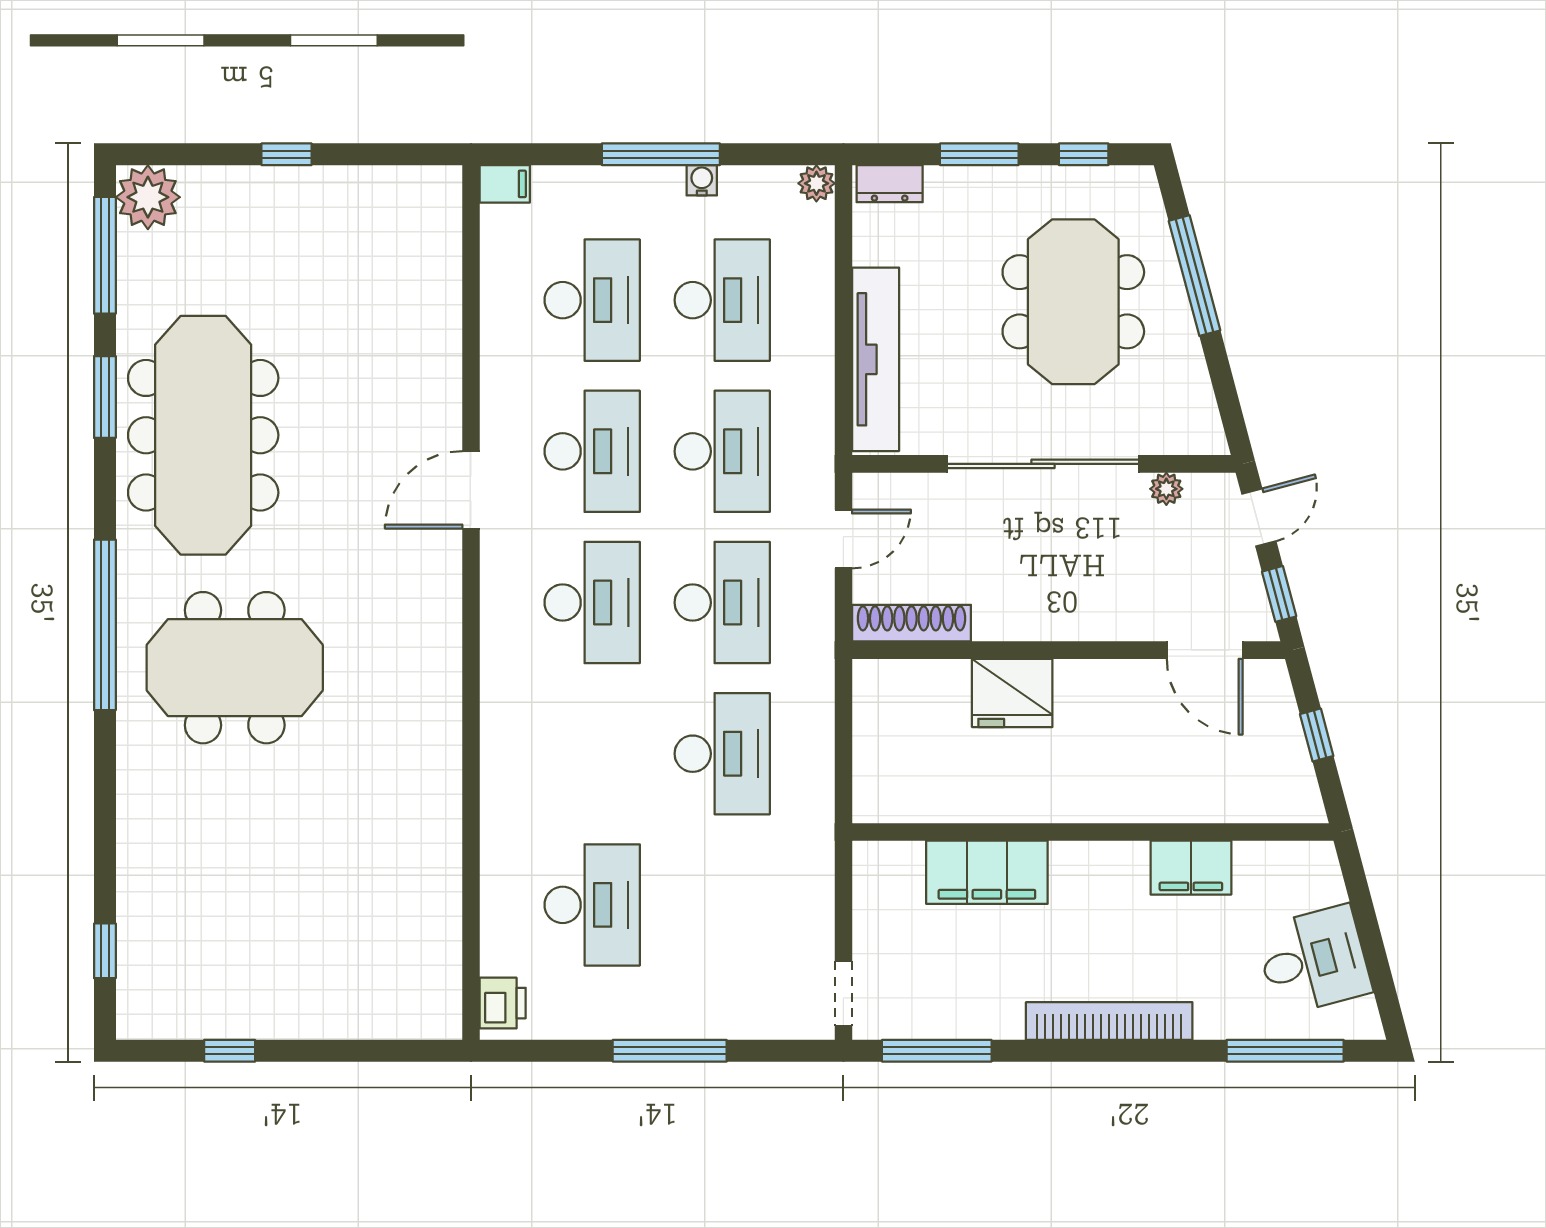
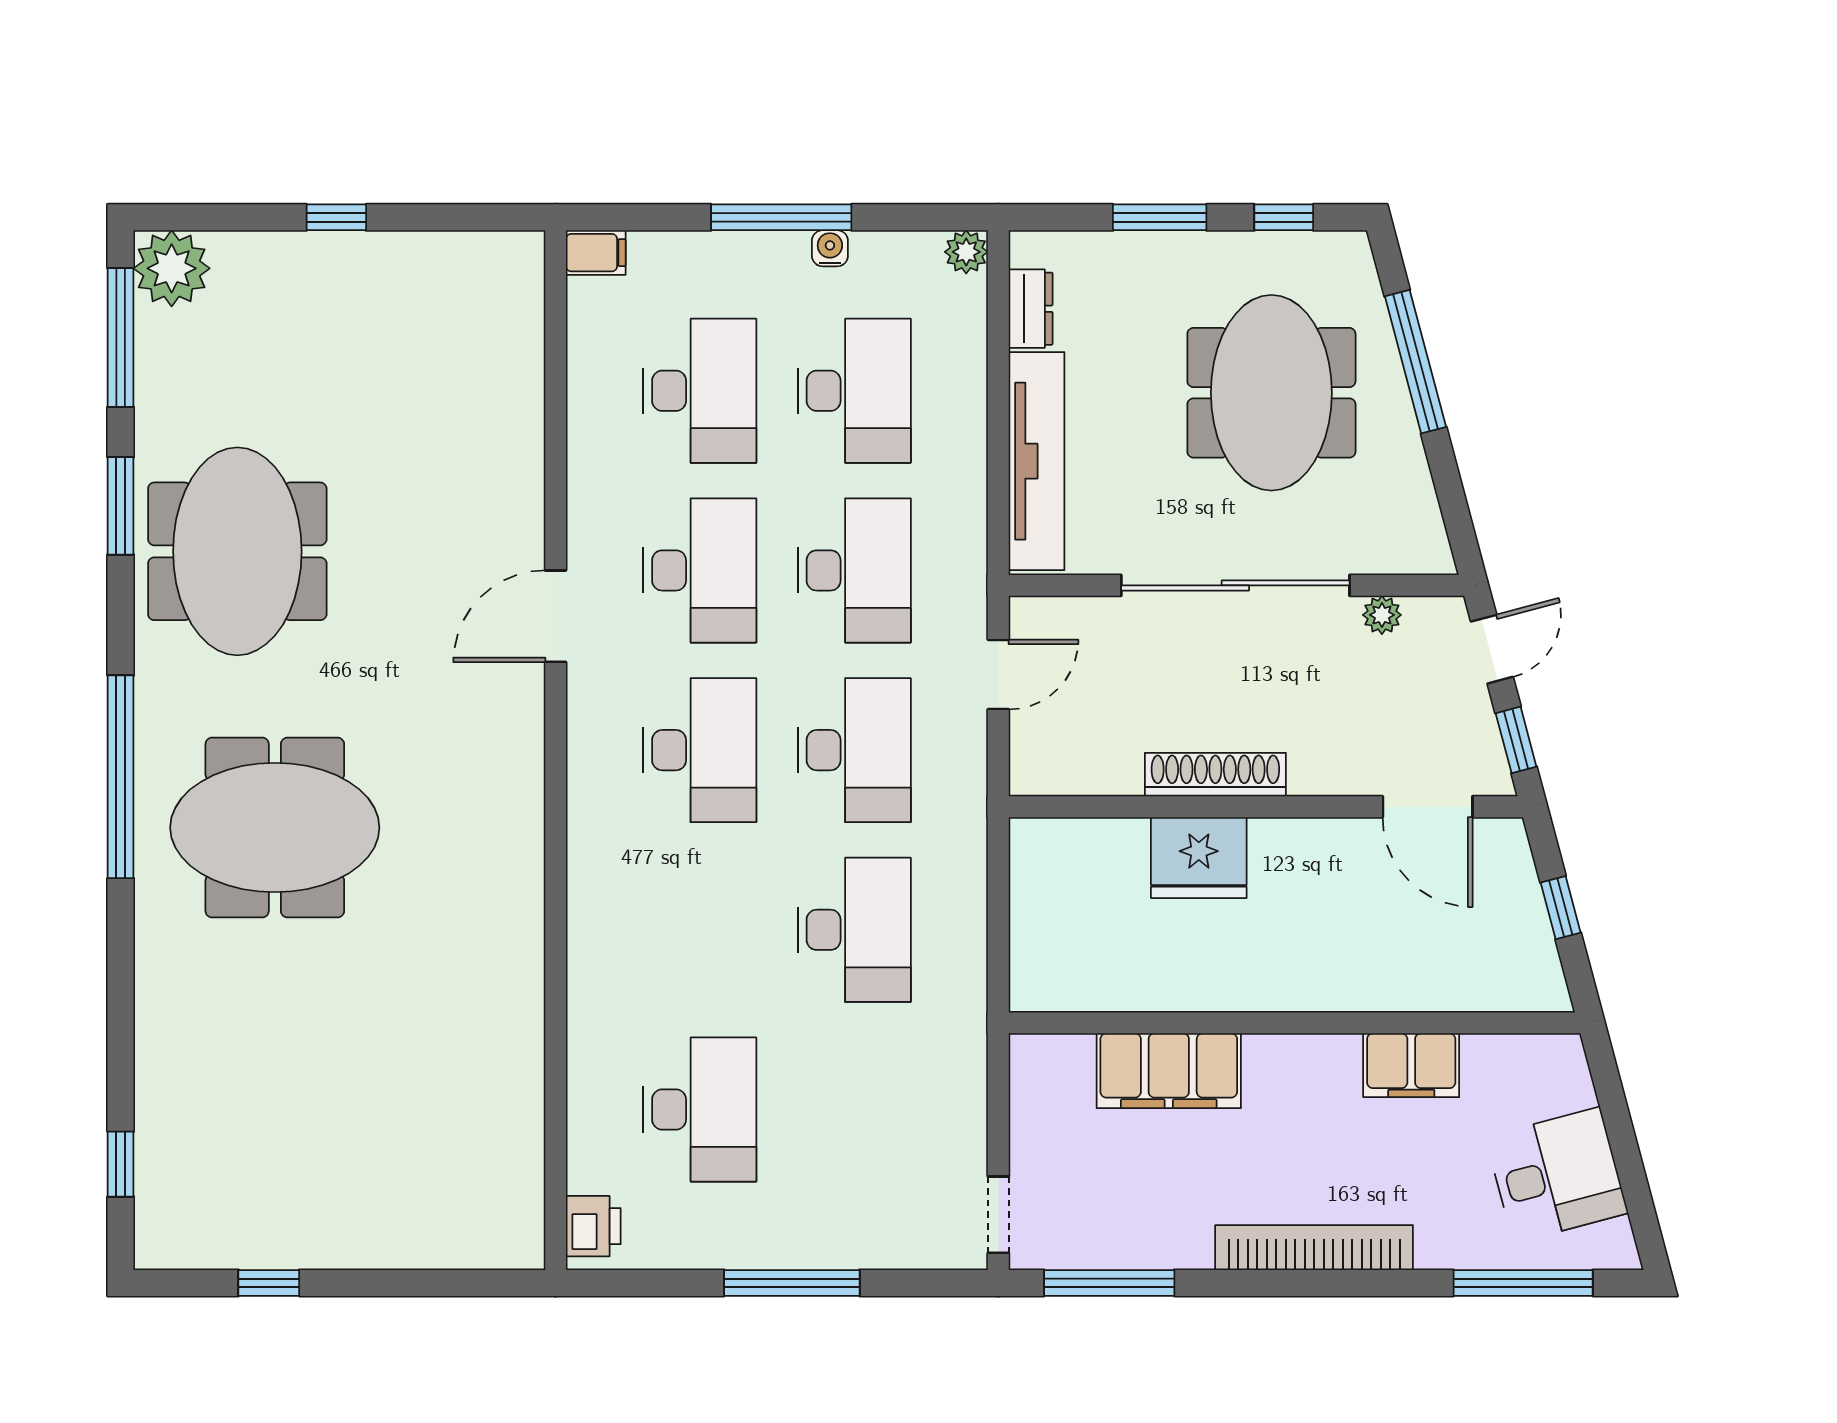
dresser: (890, 184) -> (1031, 309), moved, turned -90
meeting table: (203, 435) -> (237, 551), width x0.73
shoe rack: (911, 623) -> (1215, 775), moved

